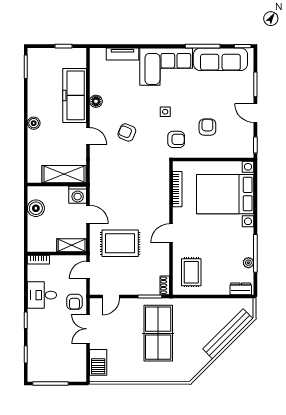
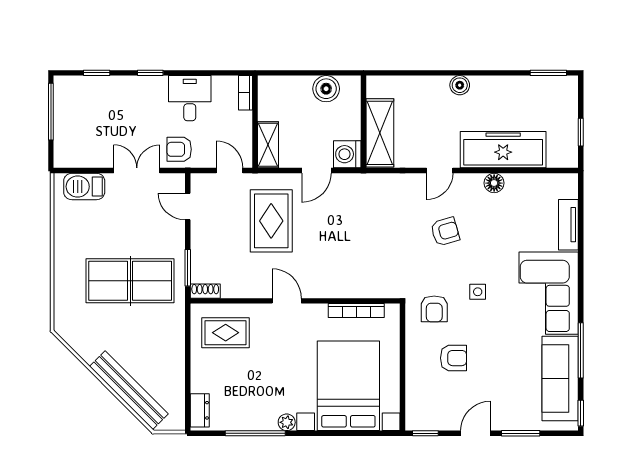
armchair: (127, 132) -> (445, 232), turned 52
plant: (248, 263) -> (287, 422), moved

